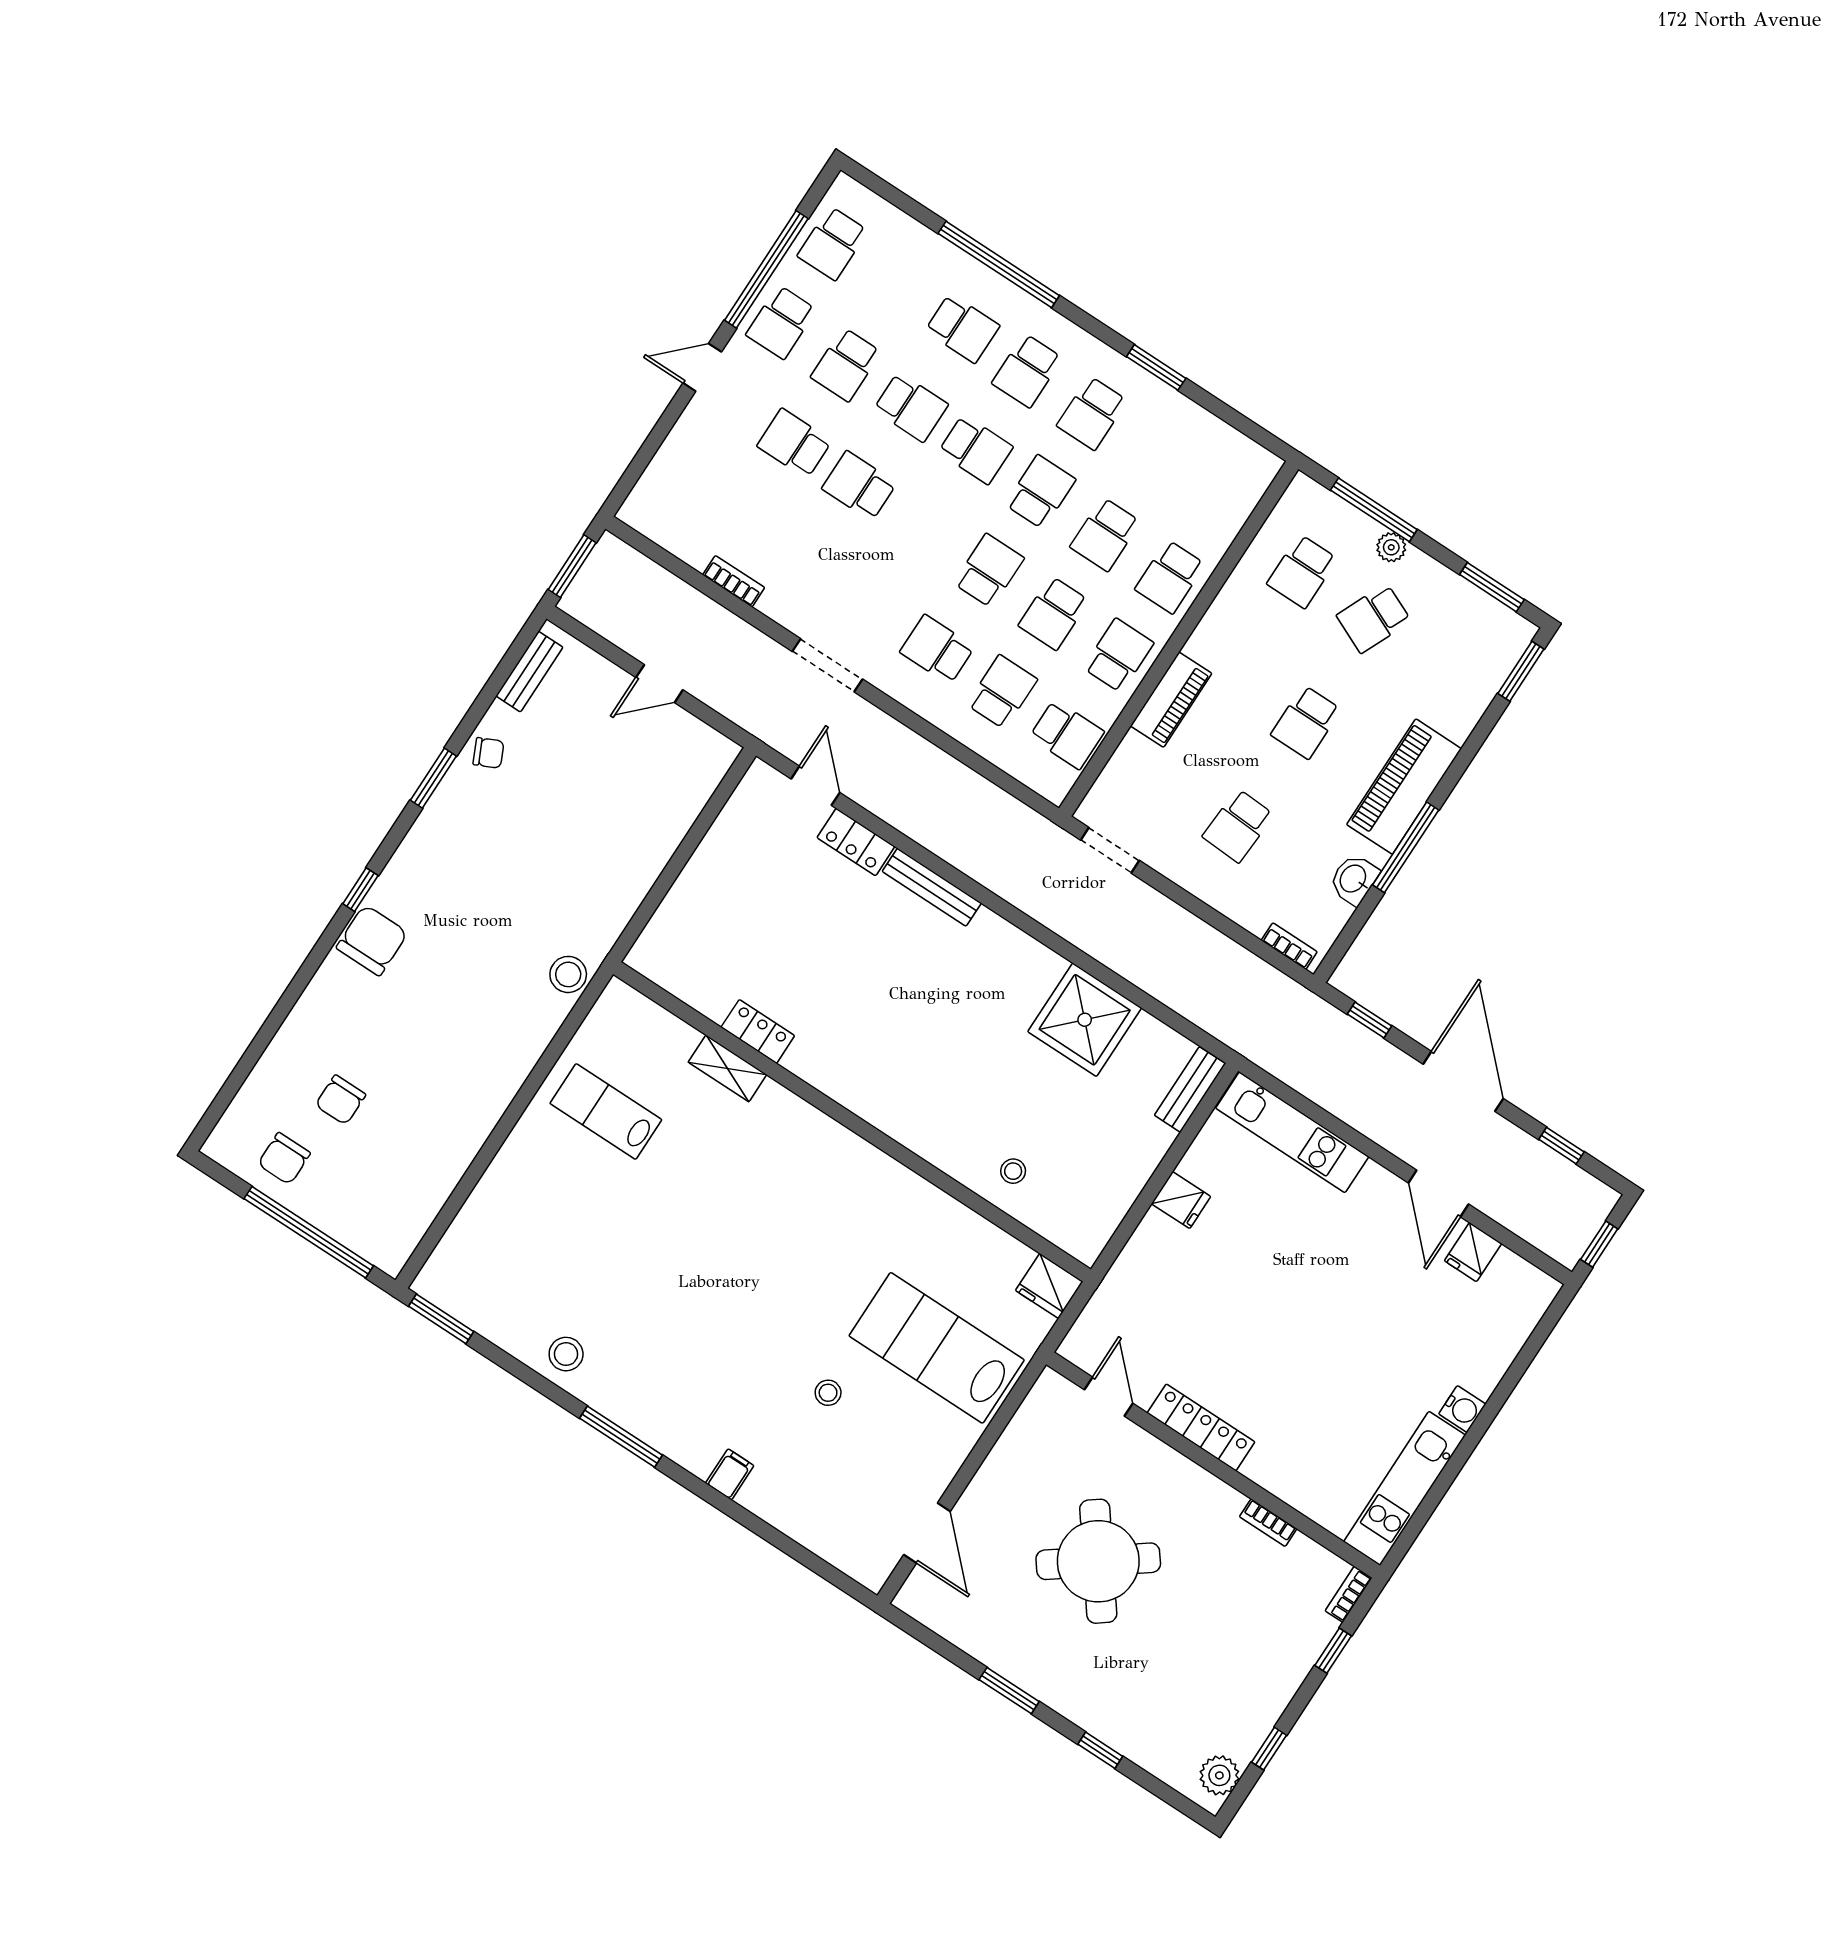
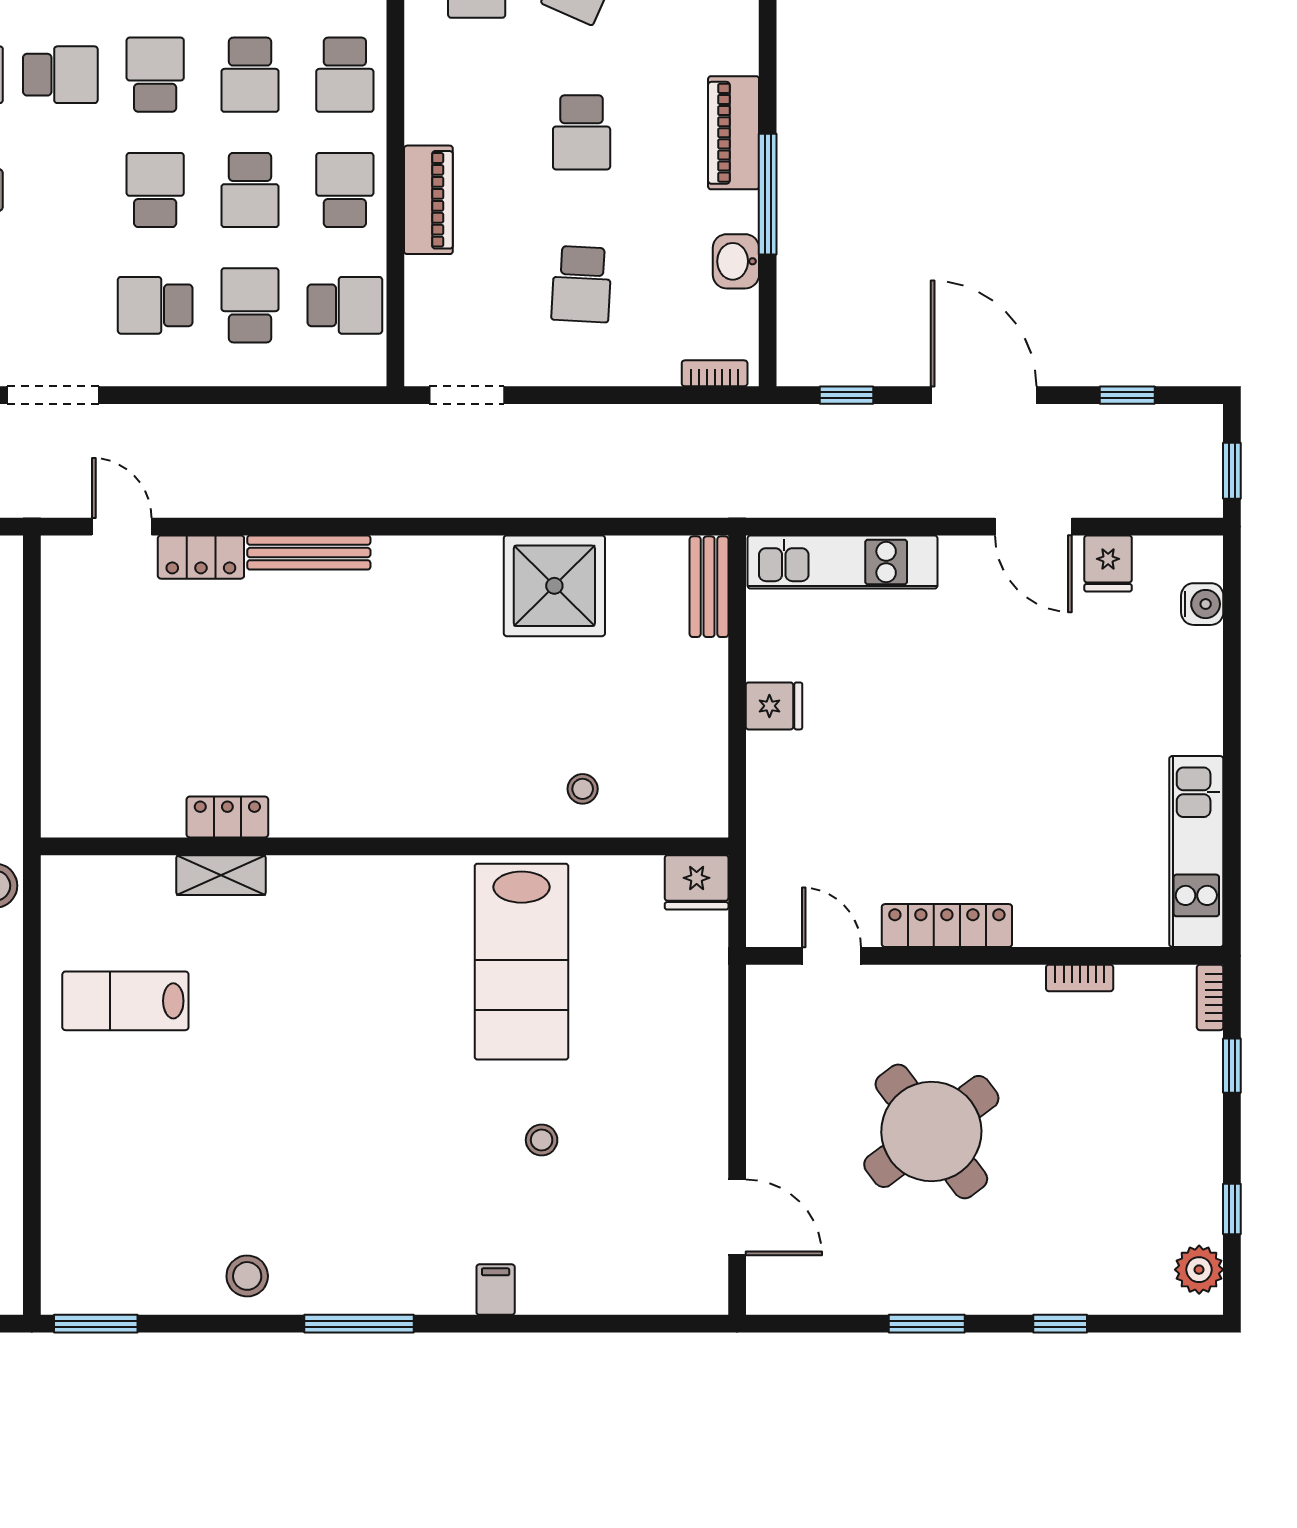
piano: (1404, 787) -> (734, 133), width x0.73, depth x0.75
lab bench: (937, 1348) -> (522, 962), moved, turned -90
water cooler: (1462, 1409) -> (1202, 604), moved

